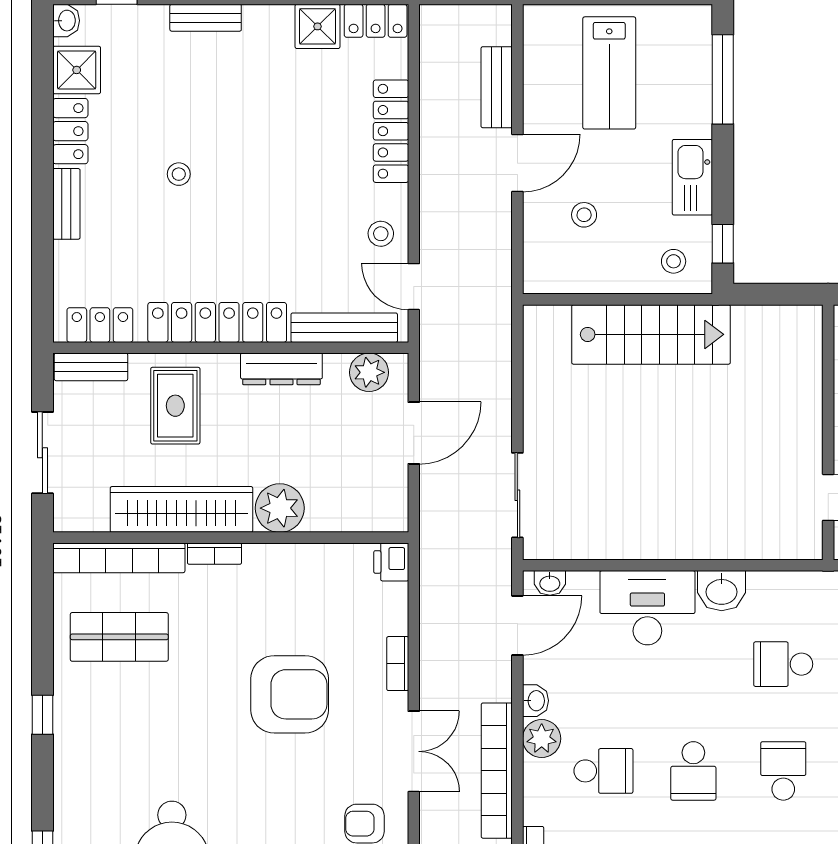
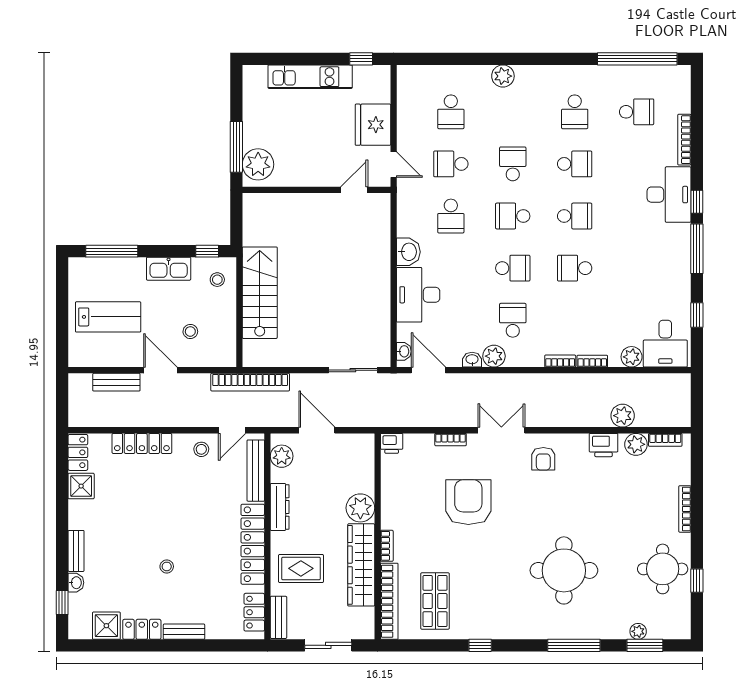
washbasin: (66, 21) -> (76, 583), moved, turned 90
bookcase: (497, 771) -> (250, 382), moved

